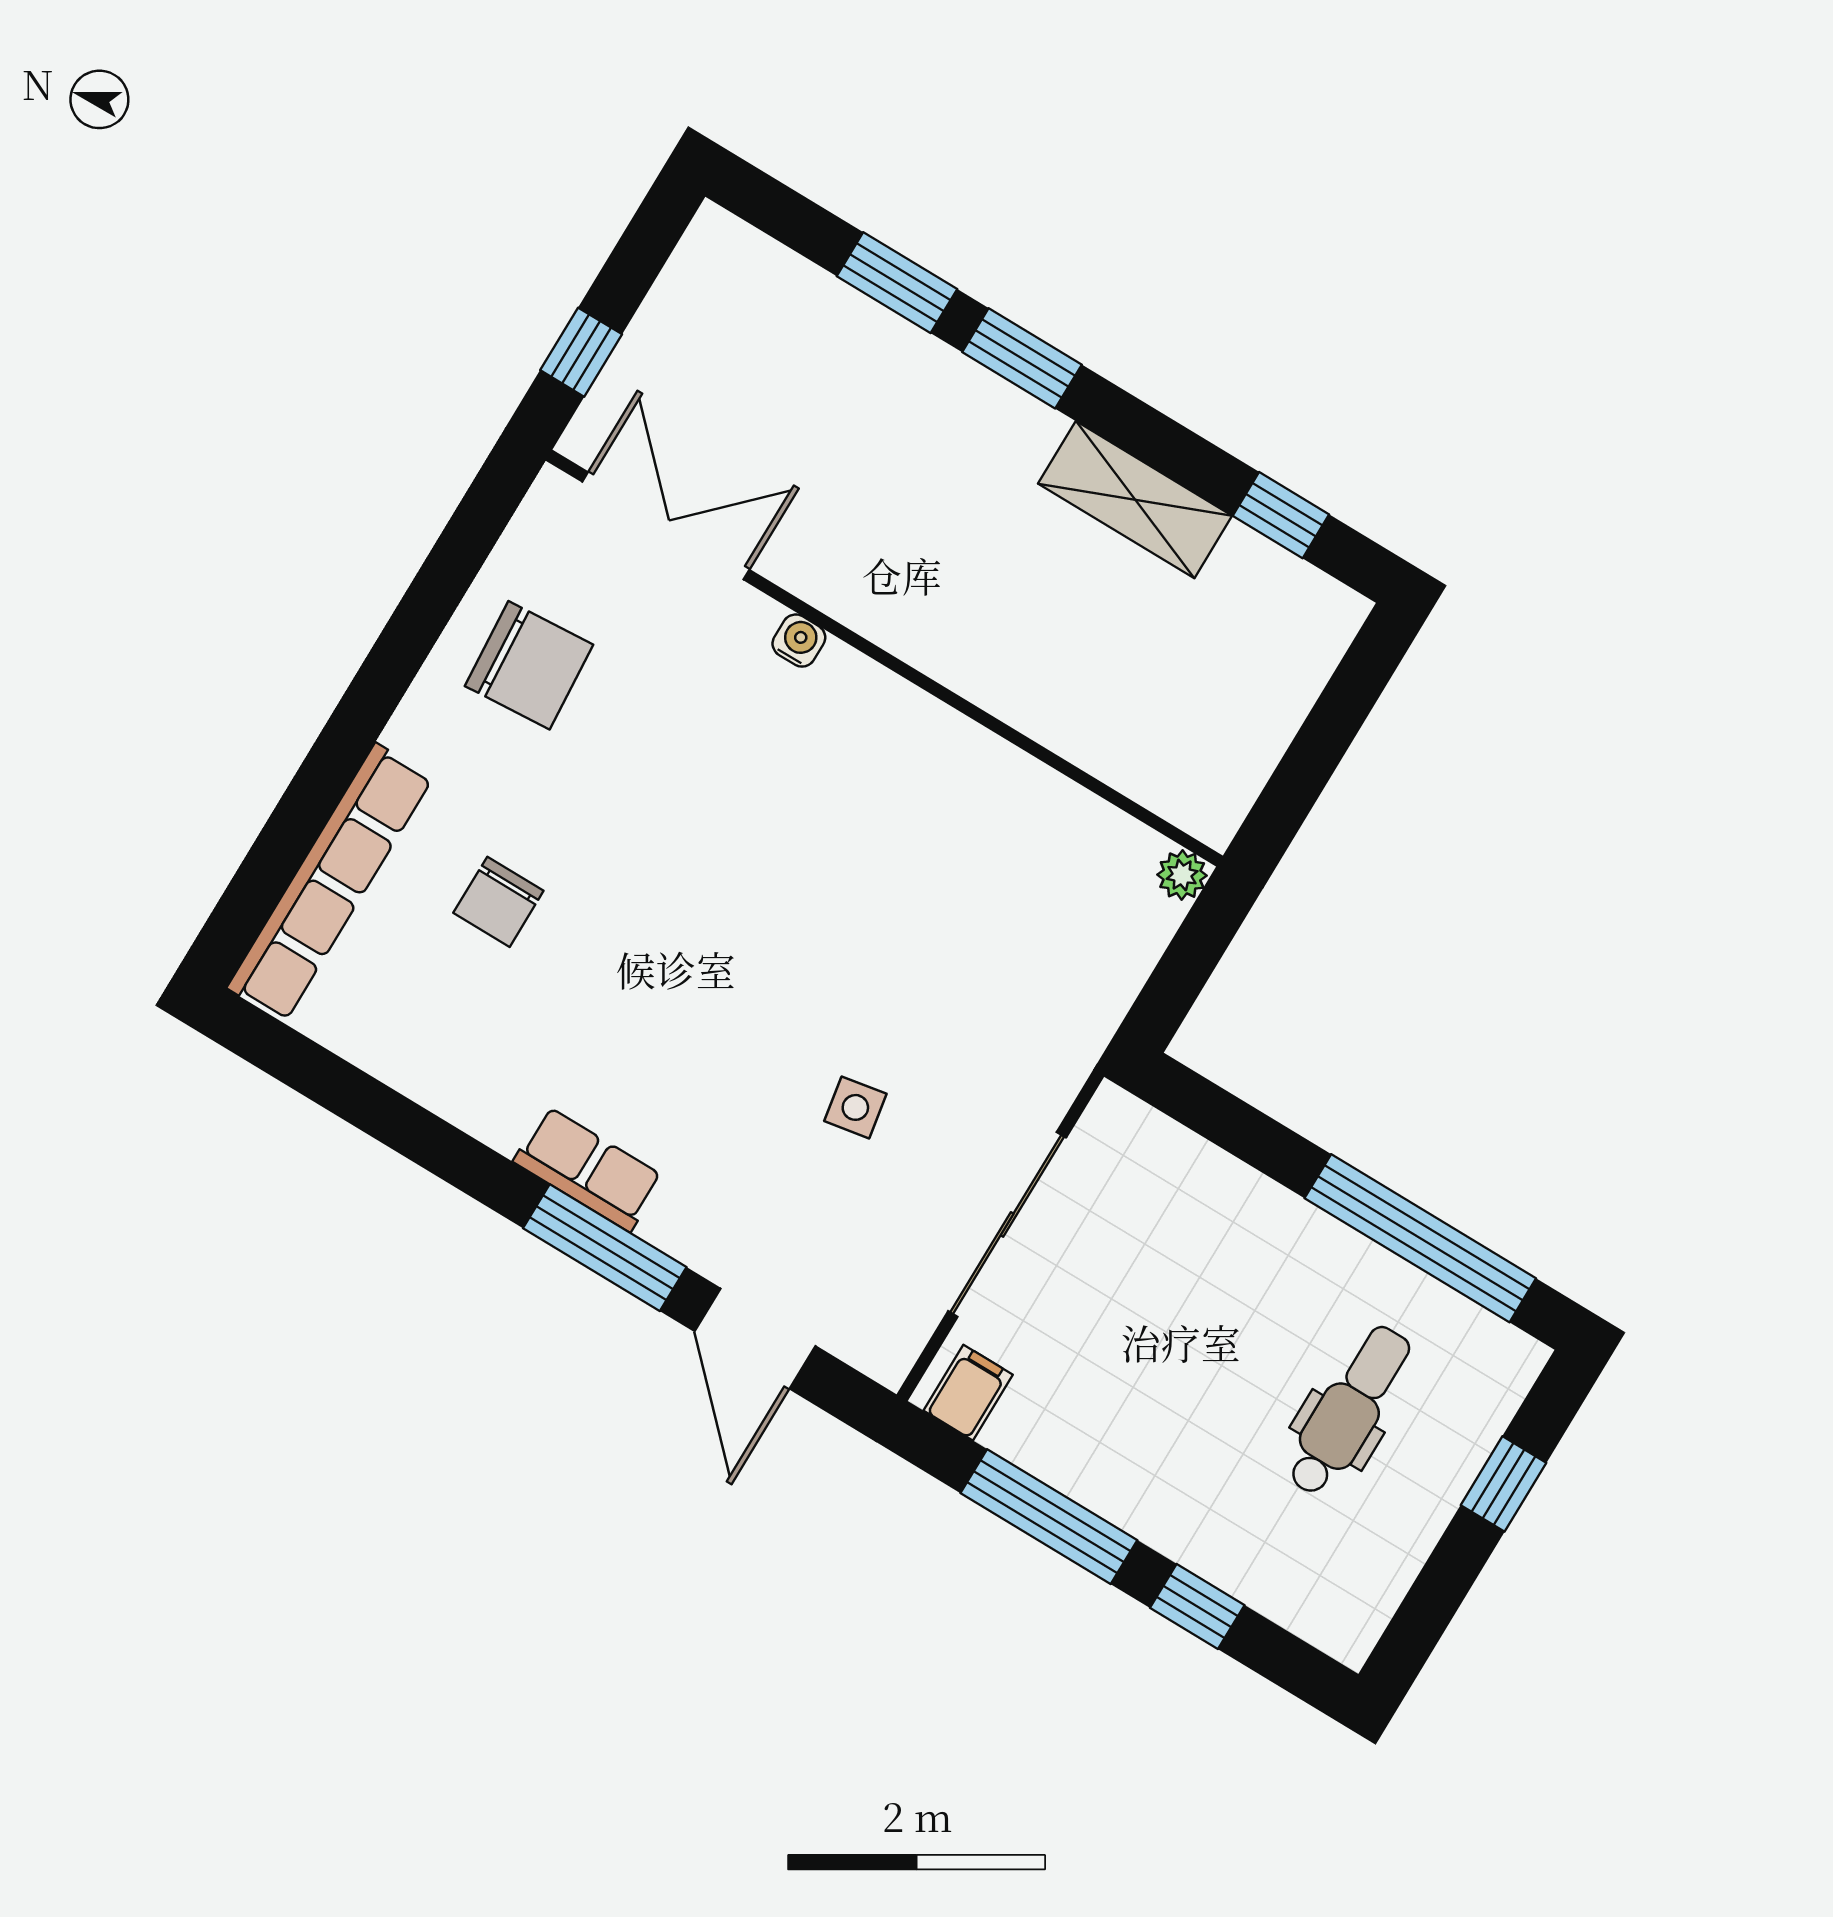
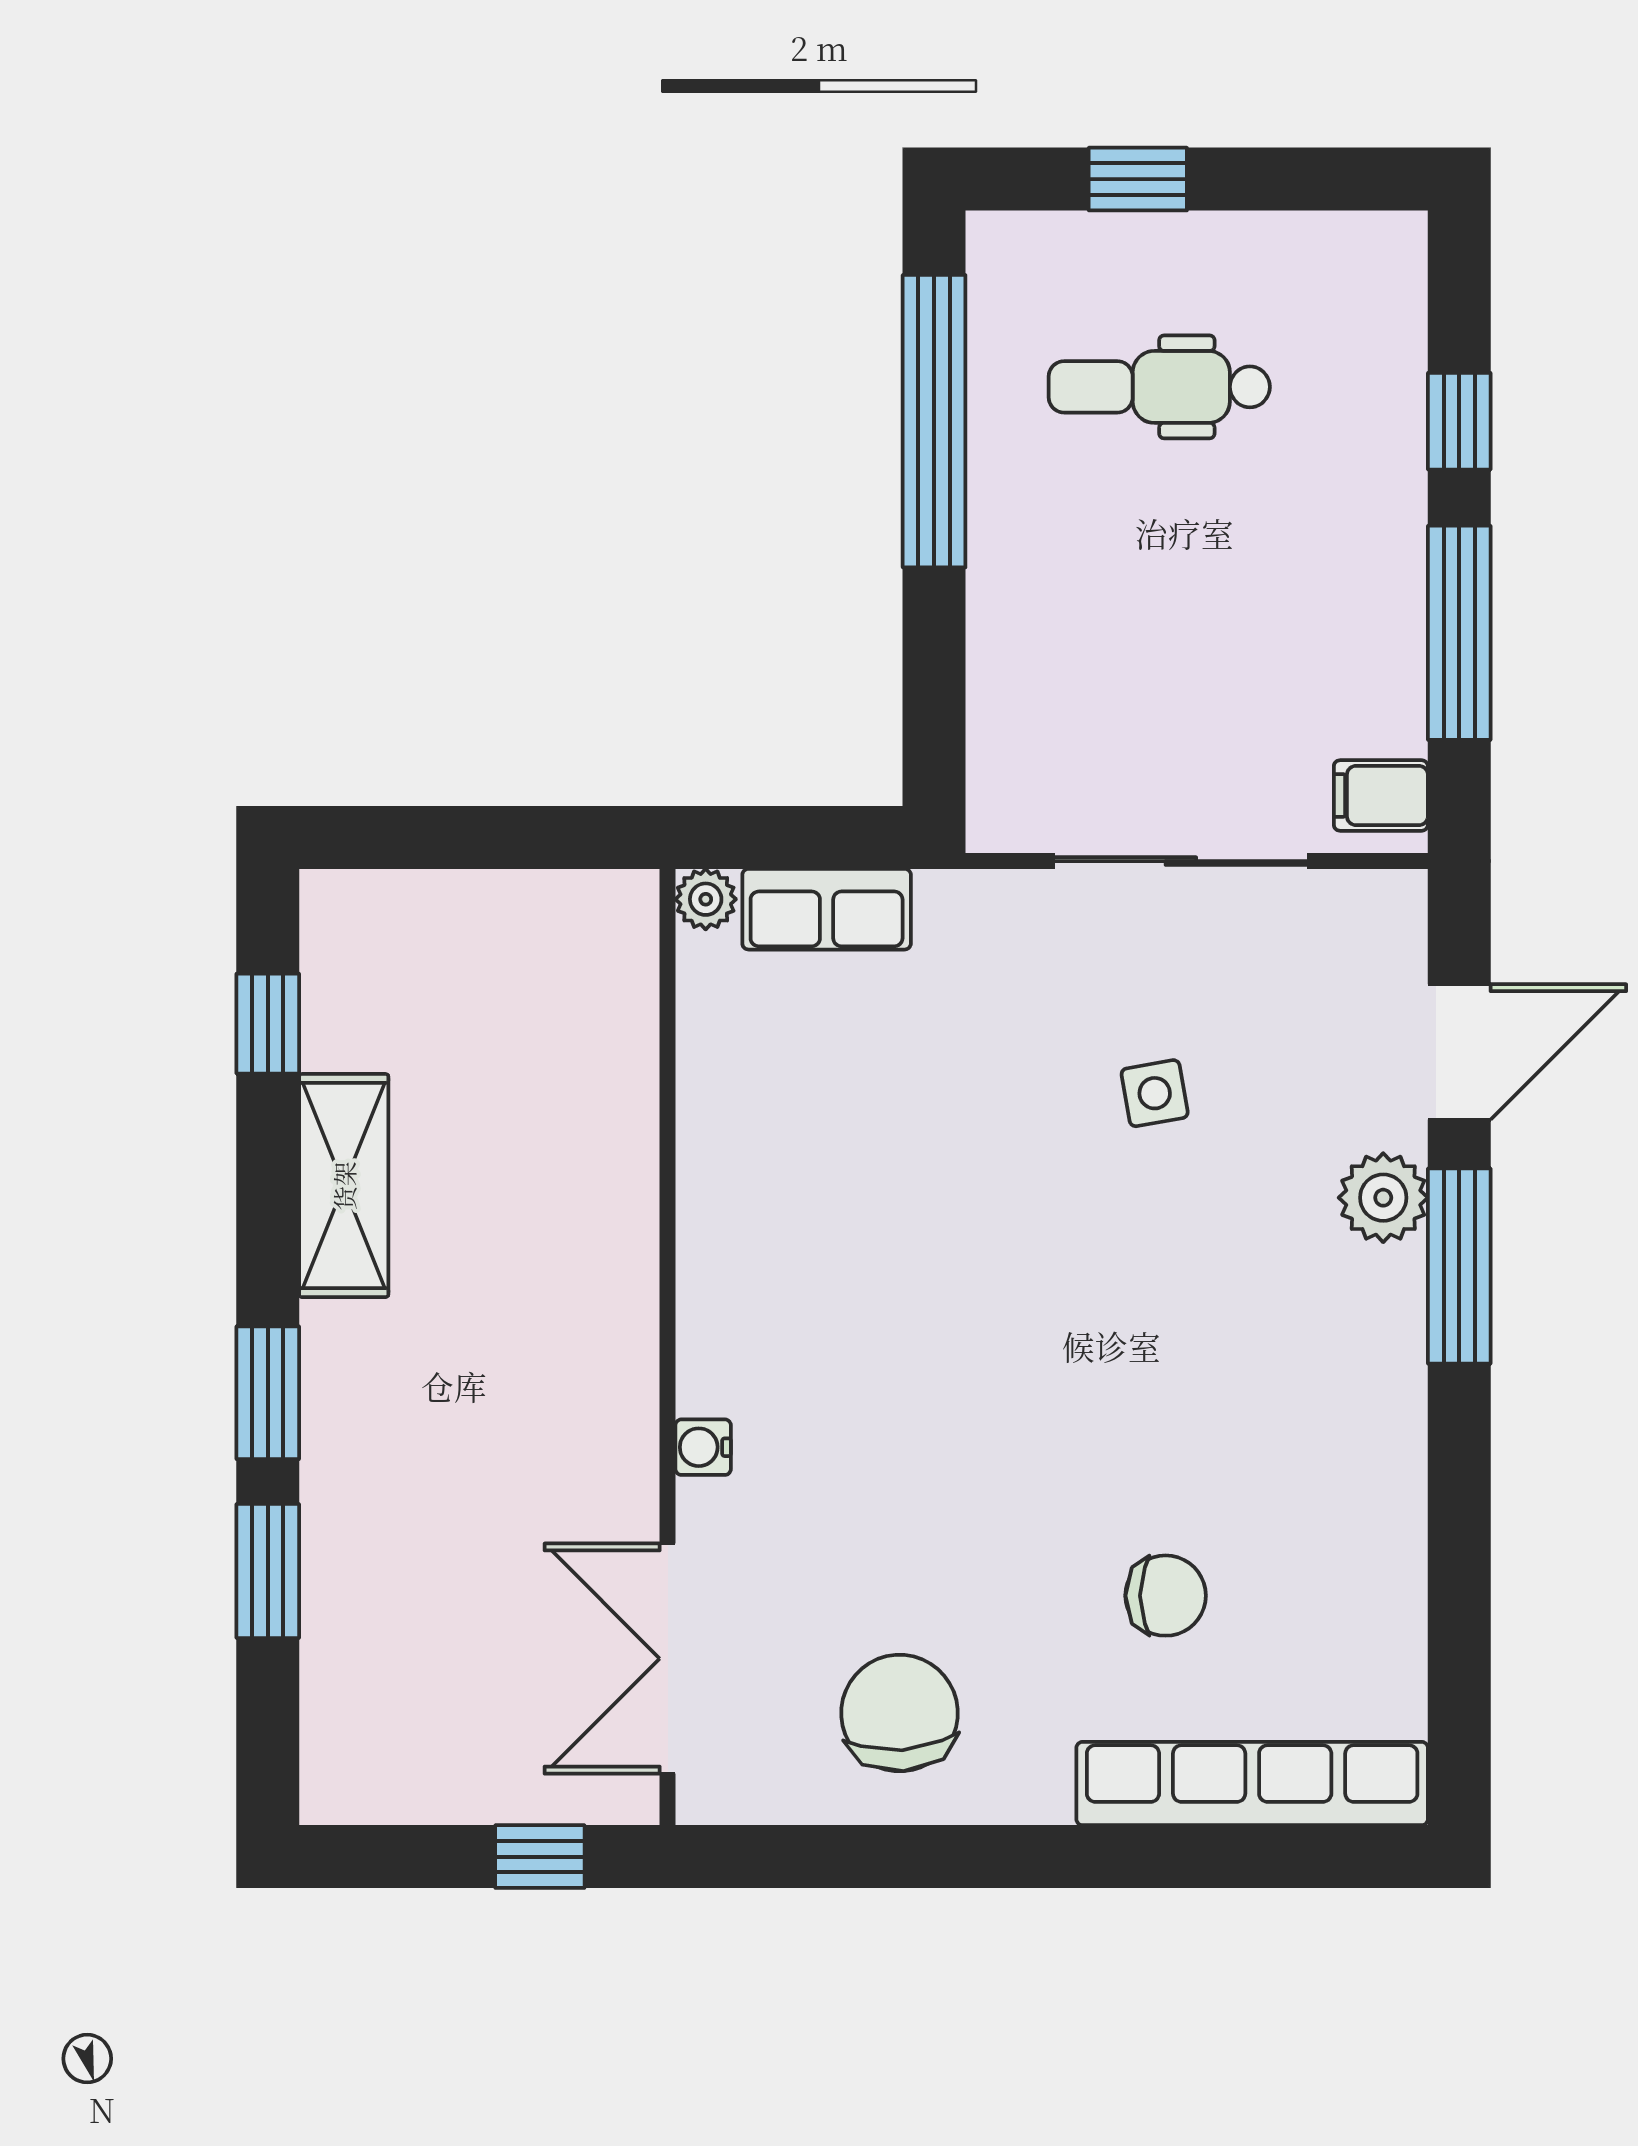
row of seats: (588, 1169) -> (827, 909), moved, turned -90
plant: (685, 1223) -> (1383, 1198), added

